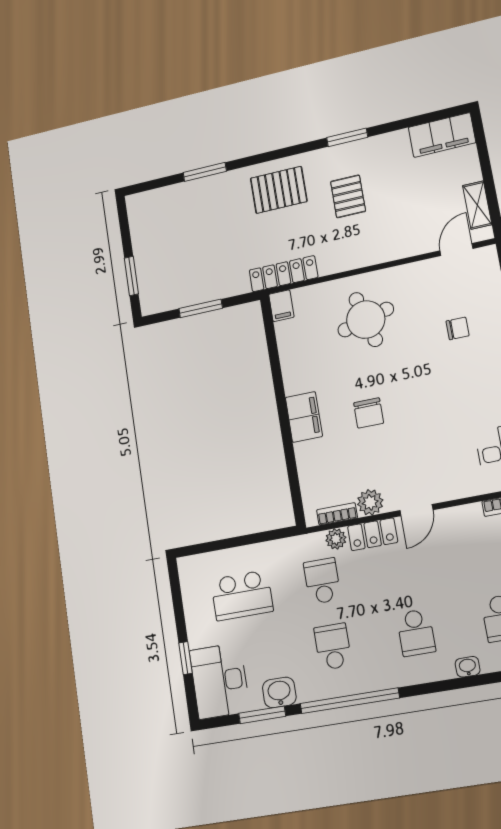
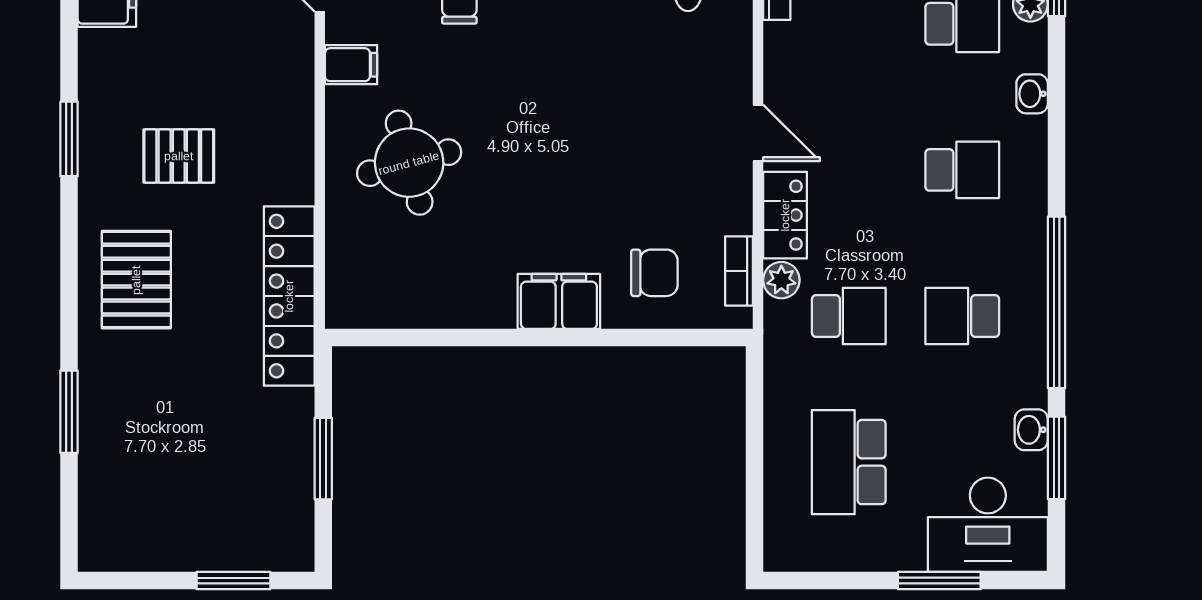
locker: (283, 274) -> (289, 296), width x1.41, depth x1.21
filing cabinet: (281, 306) -> (351, 65), moved
chair: (369, 413) -> (654, 273), moved
plant: (370, 502) -> (730, 210), removed
school desk: (322, 581) -> (849, 316), turned 180
school desk: (242, 595) -> (849, 462), turned 180
window: (185, 658) -> (939, 580), width x1.50
washbasin: (279, 692) -> (1031, 430), width x0.72, depth x0.69

